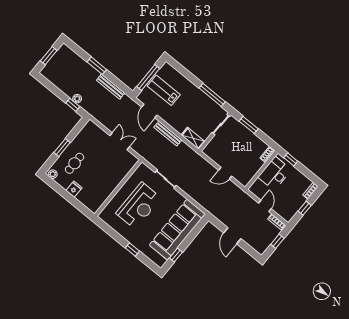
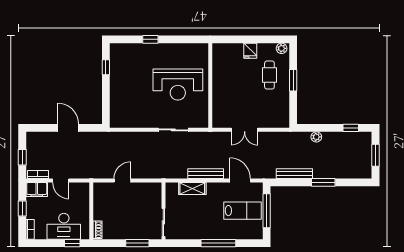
window: (212, 95) -> (218, 243), moved
window: (73, 105) -> (351, 128), moved
shelving: (193, 138) -> (192, 188), moved
desk: (275, 173) -> (64, 226), moved, turned 90
reception desk: (139, 206) -> (178, 85), turned -90
filing cabinet: (285, 213) -> (37, 189), added
sofa: (177, 230) -> (124, 92), removed

